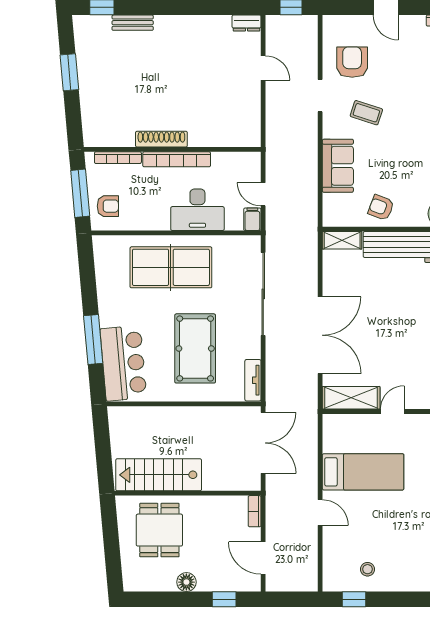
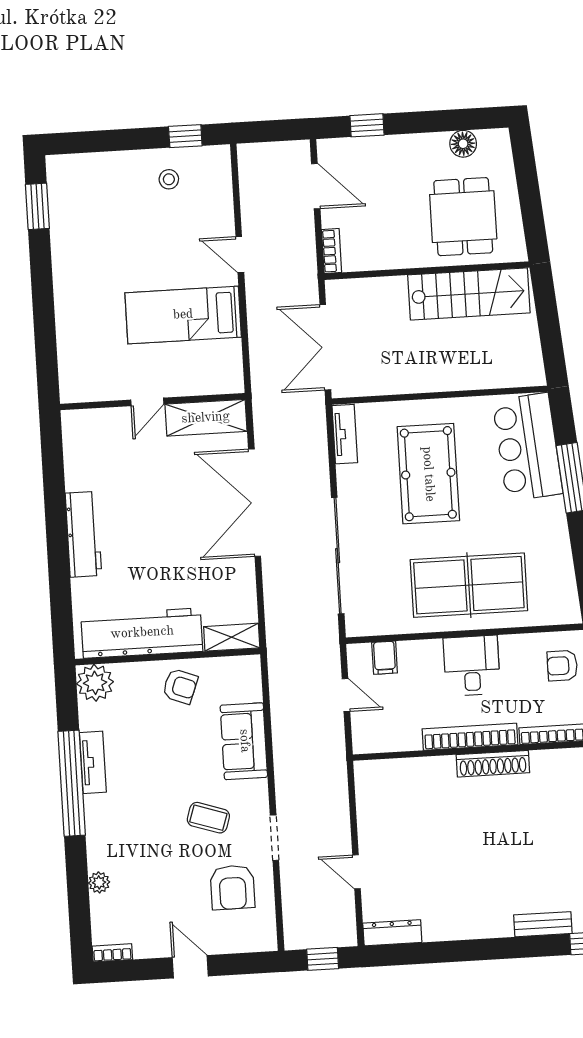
dresser: (247, 23) -> (392, 933), width x1.44
desk: (197, 210) -> (472, 666), moved, width x0.73
filing cabinet: (252, 219) -> (385, 658), moved
floor lamp: (186, 582) -> (463, 144), moved

